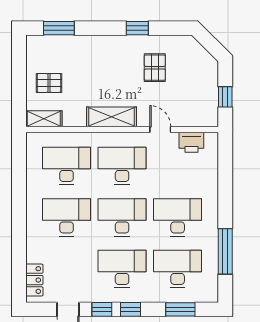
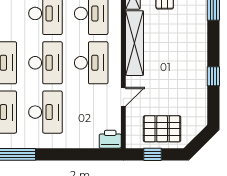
pallet: (155, 68) -> (162, 129), moved, width x1.50, depth x1.42
shelving: (111, 117) -> (135, 43), width x1.47
printer: (191, 142) -> (110, 139), moved, turned 90

